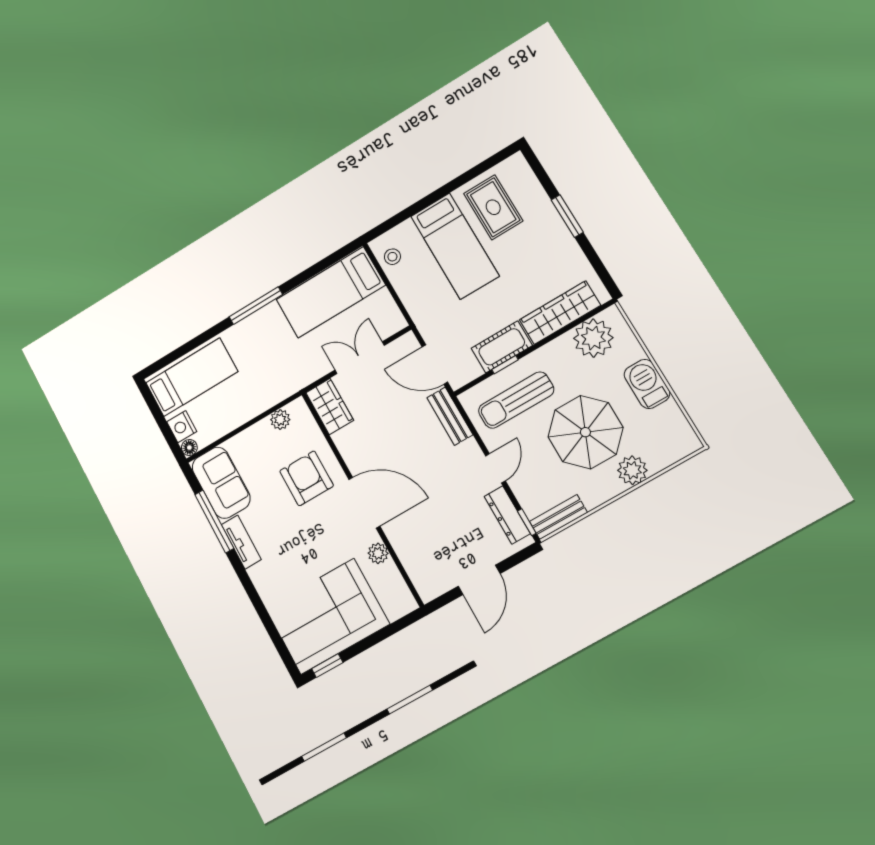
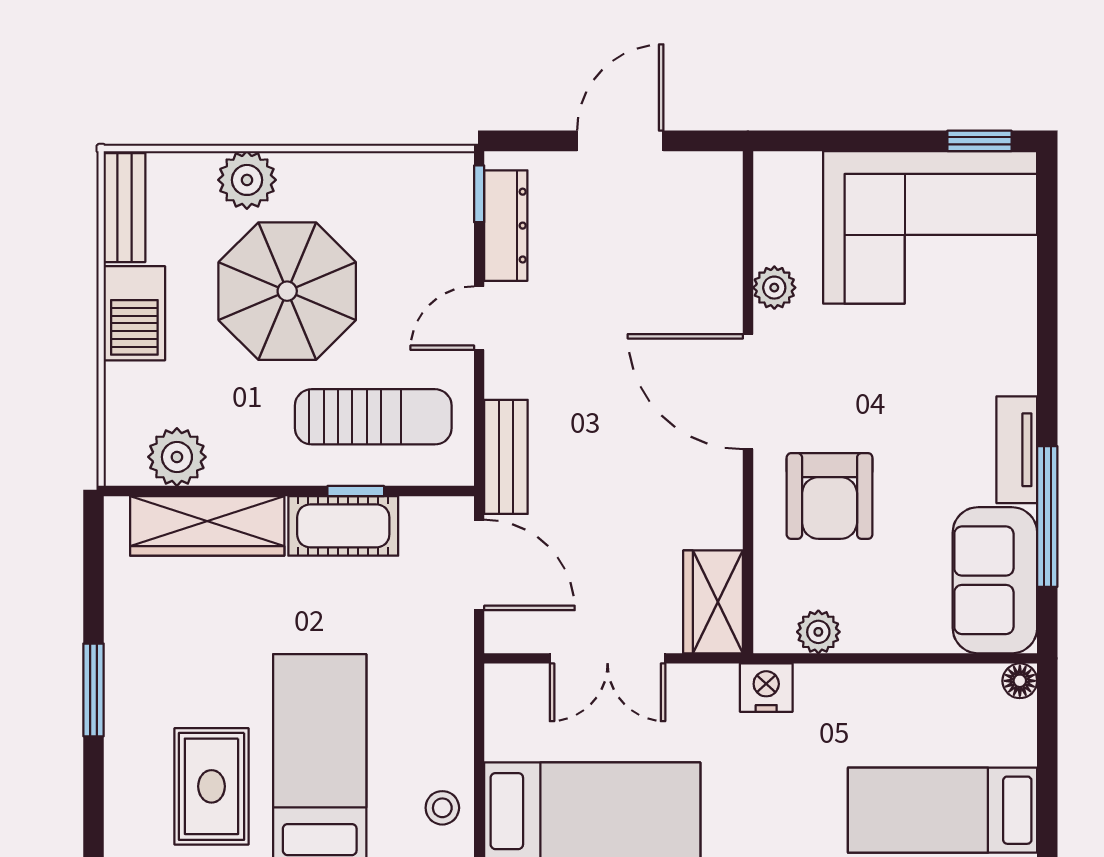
plant: (593, 338) -> (177, 457), width x0.73, depth x0.73
nightstand: (182, 427) -> (766, 688), moved, turned -90
bench: (558, 517) -> (124, 208), moved, turned 90

